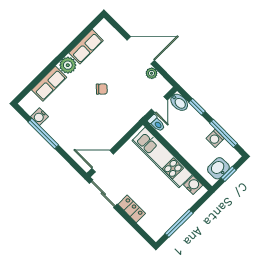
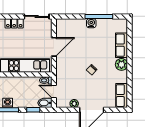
row of seats: (86, 47) -> (122, 96), moved
water cooler: (39, 117) -> (91, 23), moved
door: (103, 161) -> (54, 47), moved

